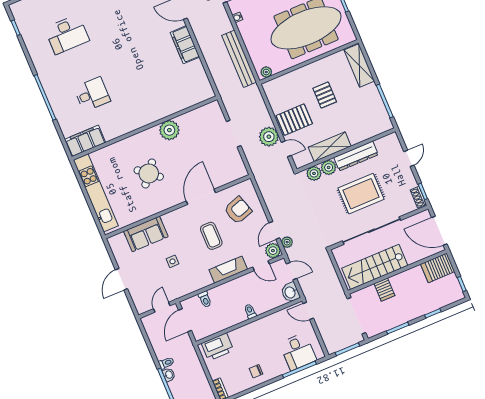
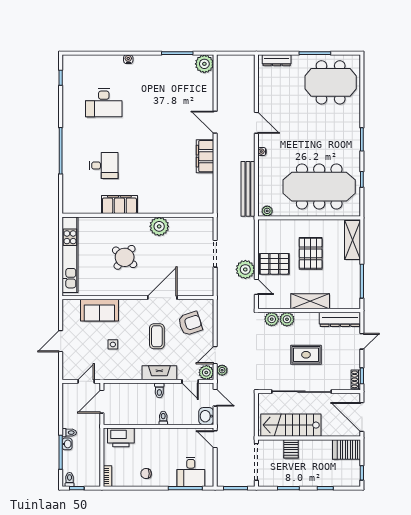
pallet: (325, 95) -> (311, 253), width x1.50, depth x1.42
filing cabinet: (85, 141) -> (119, 204), moved
shelving: (330, 147) -> (310, 301), moved
dresser: (356, 156) -> (340, 319), moved
rug: (361, 194) -> (306, 355), width x0.73, depth x0.70
toilet: (205, 299) -> (159, 390), moved

